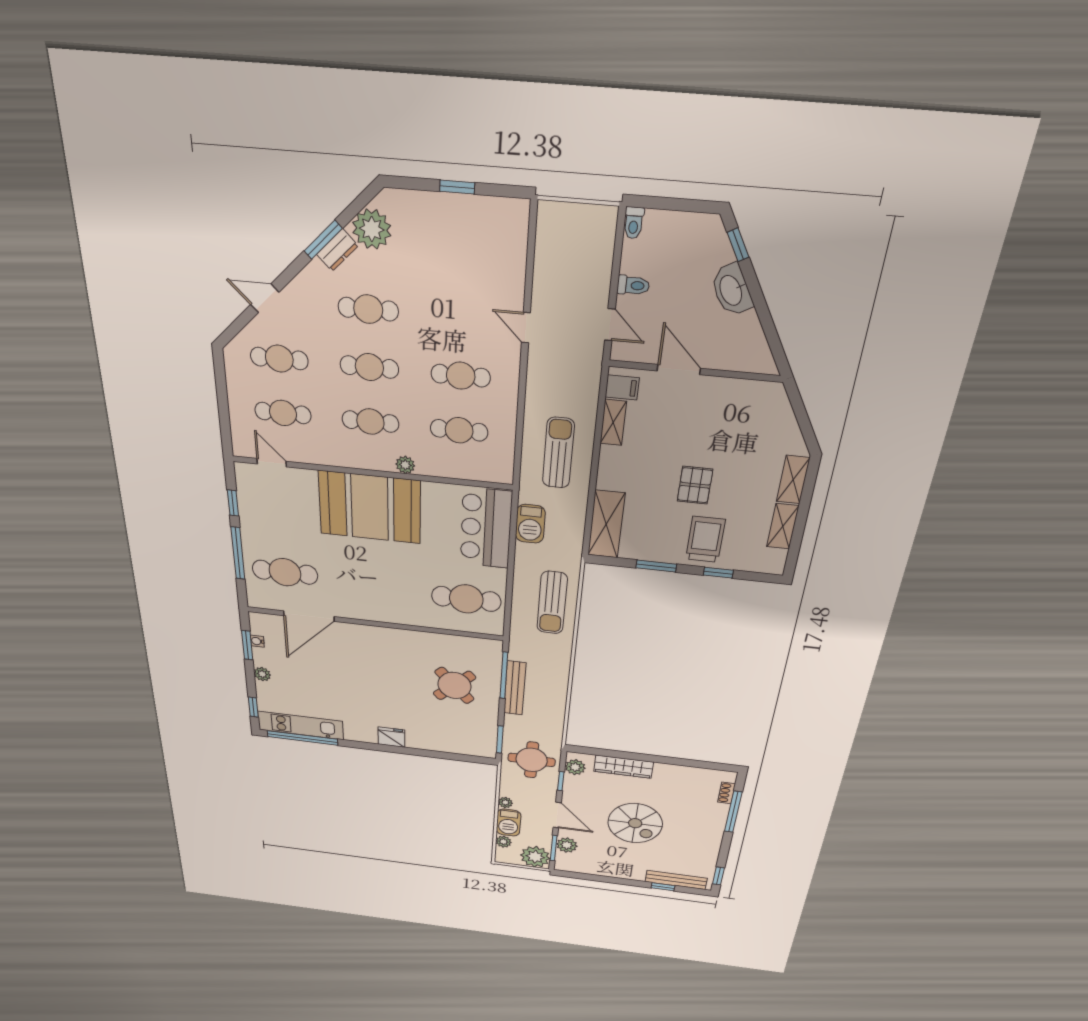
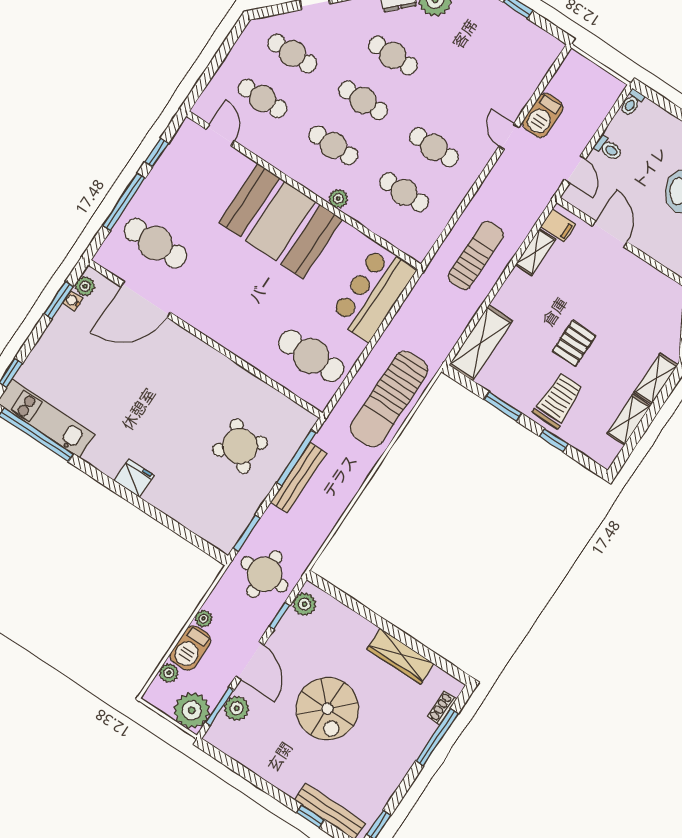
barbecue: (530, 524) -> (543, 115), moved
sun lounger: (552, 603) -> (389, 399), width x1.36, depth x1.34
plant: (262, 674) -> (85, 286), moved
wardrobe: (624, 767) -> (400, 656), moved

